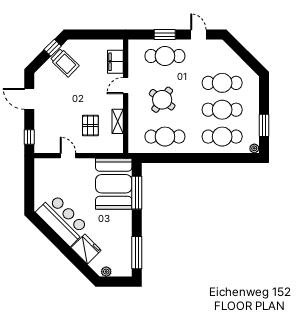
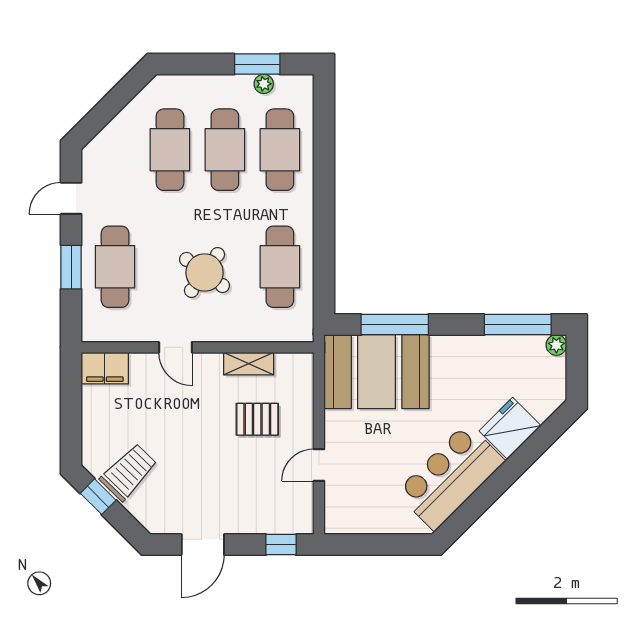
filing cabinet: (115, 62) -> (105, 368), moved
plant: (254, 148) -> (264, 84), moved
plant: (106, 272) -> (556, 345), moved

